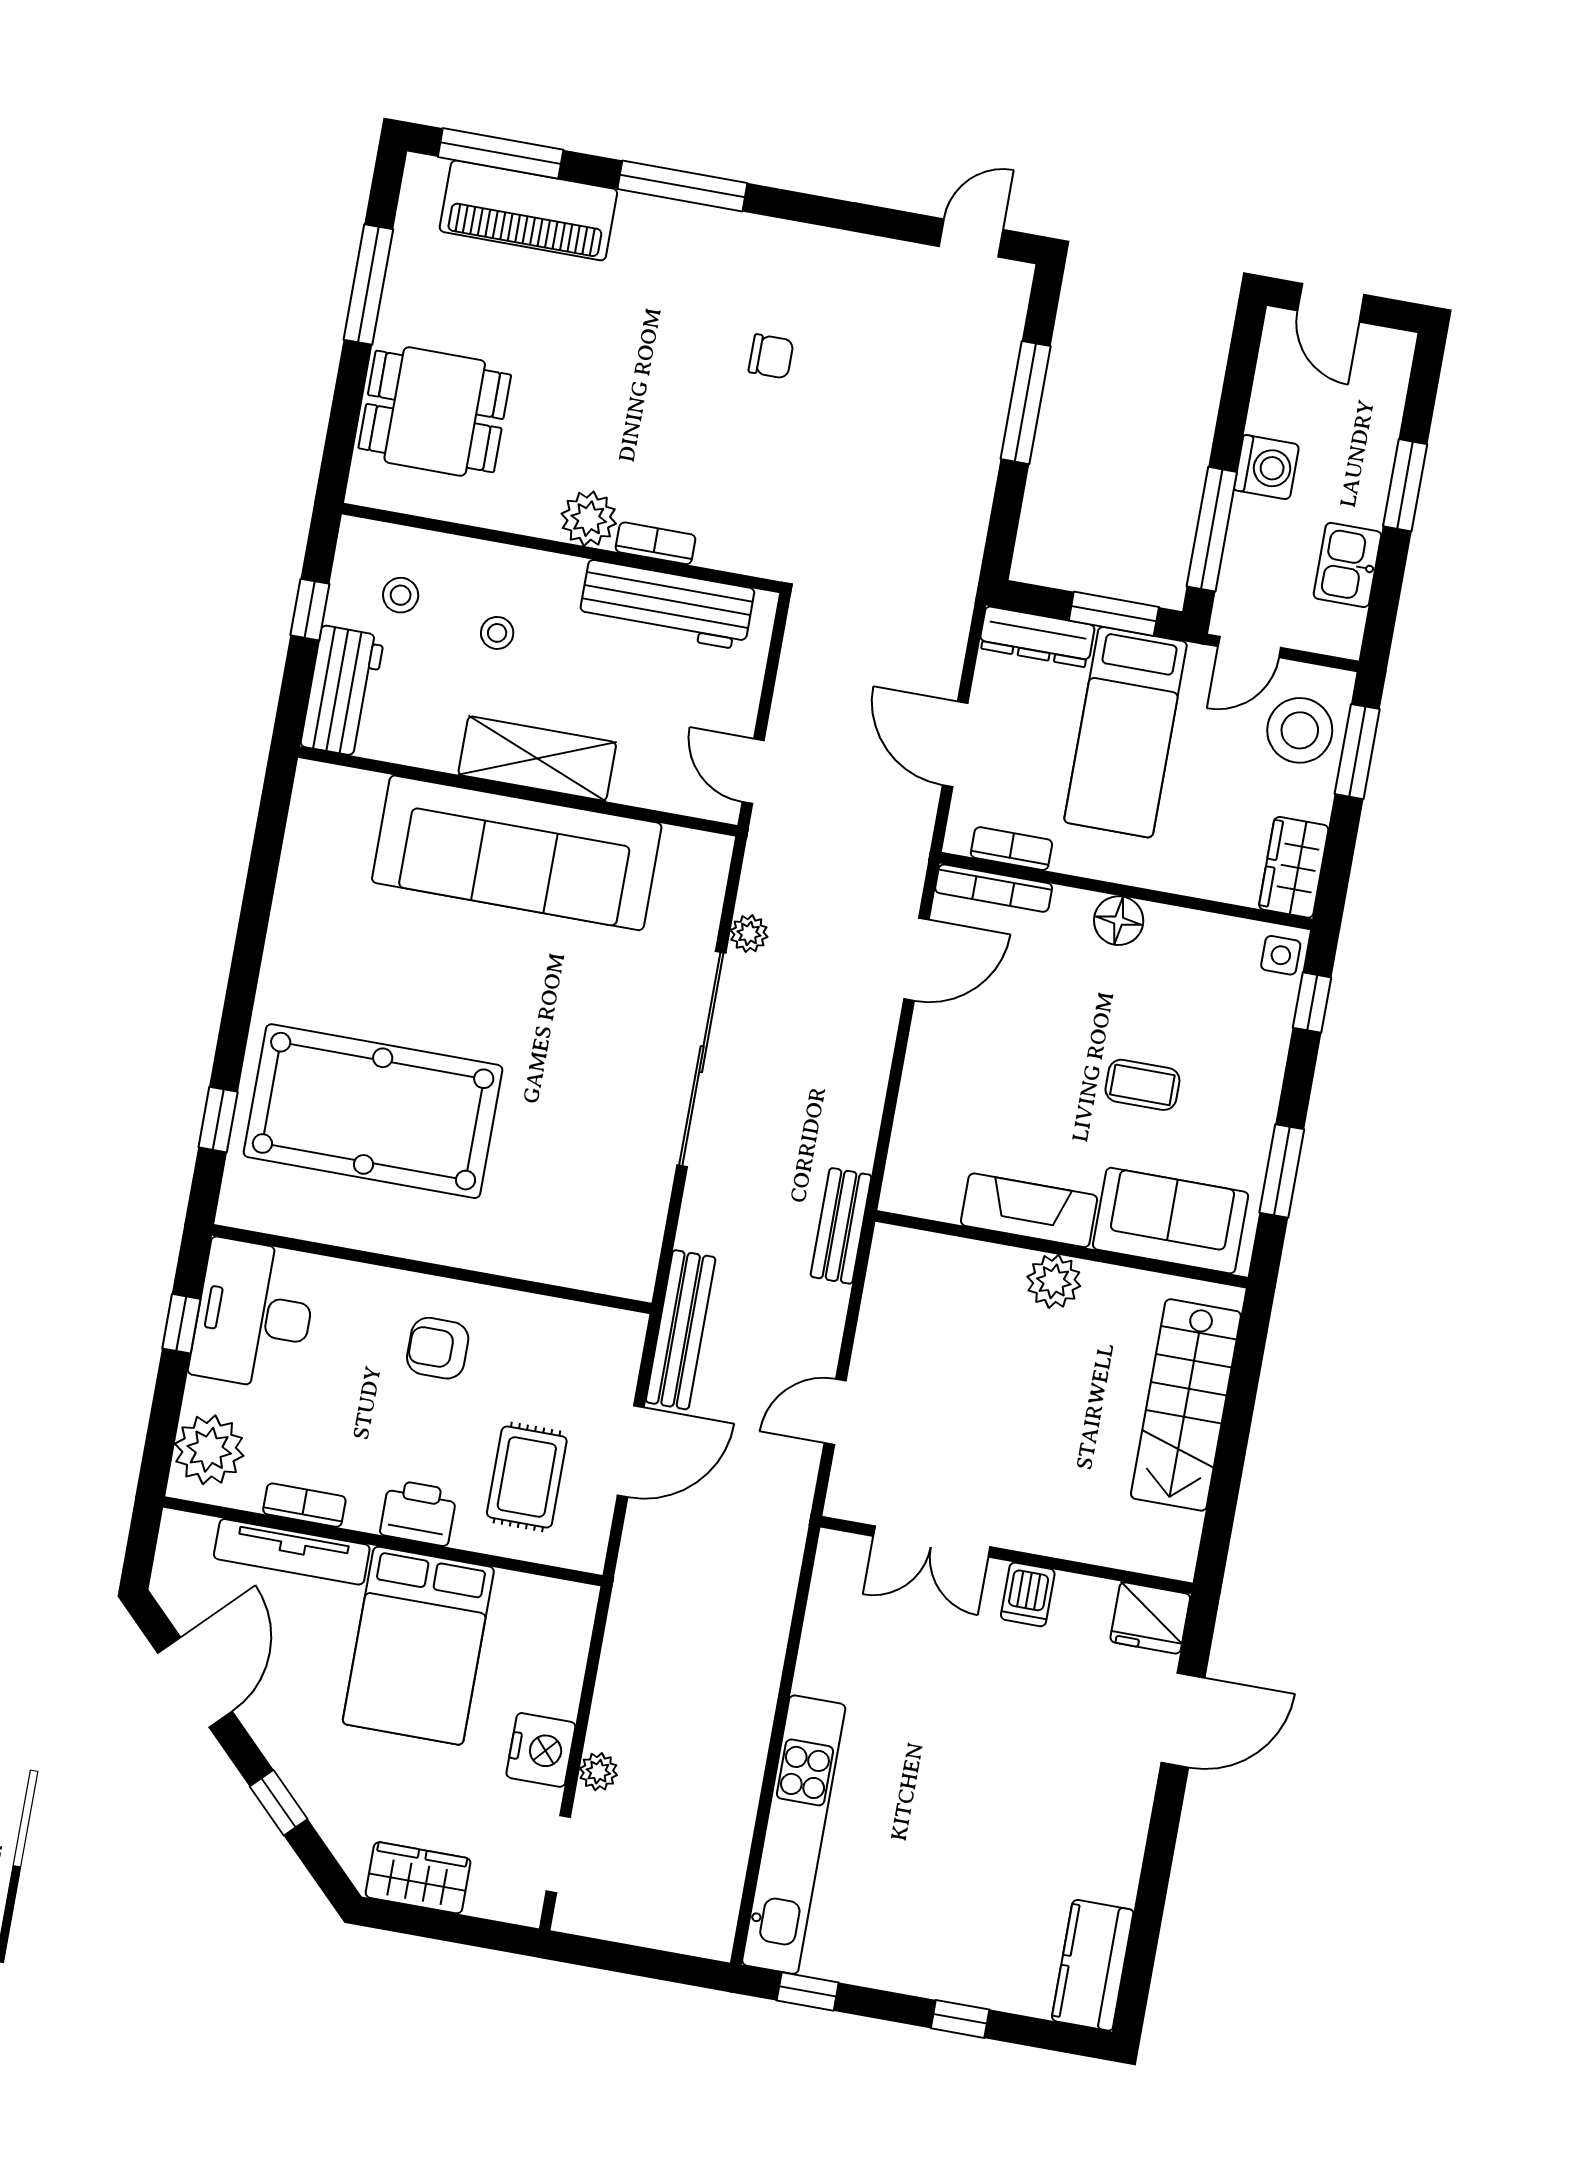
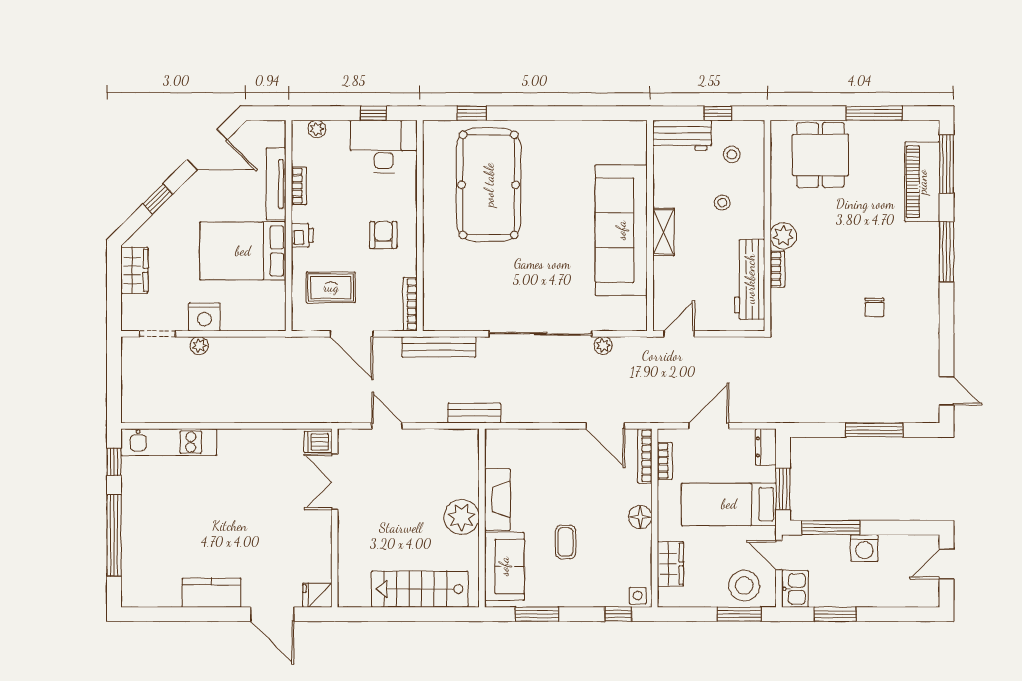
window: (1405, 485) -> (835, 614), moved
kitchen sink: (1347, 565) -> (795, 589), moved, turned 90
dresser: (1037, 637) -> (766, 447), width x0.70
shelving: (537, 759) -> (663, 232), width x0.67, depth x0.75
wardrobe: (1294, 867) -> (670, 564), moved, turned 90
plant: (1054, 1281) -> (462, 517), width x1.36, depth x1.36
bookcase: (591, 1318) -> (410, 304), added
bench: (681, 1330) -> (439, 347), moved
plant: (209, 1450) -> (317, 129), width x0.53, depth x0.53
printer: (418, 1513) -> (302, 235), width x0.73, depth x0.81
dishwasher: (1028, 1594) -> (318, 442), moved
fridge: (1150, 1618) -> (317, 595), width x0.72
kitchen unit: (794, 1835) -> (169, 442), width x0.73
kitchen counter: (1093, 1965) -> (211, 593), moved
window: (960, 2019) -> (114, 535), width x3.17

